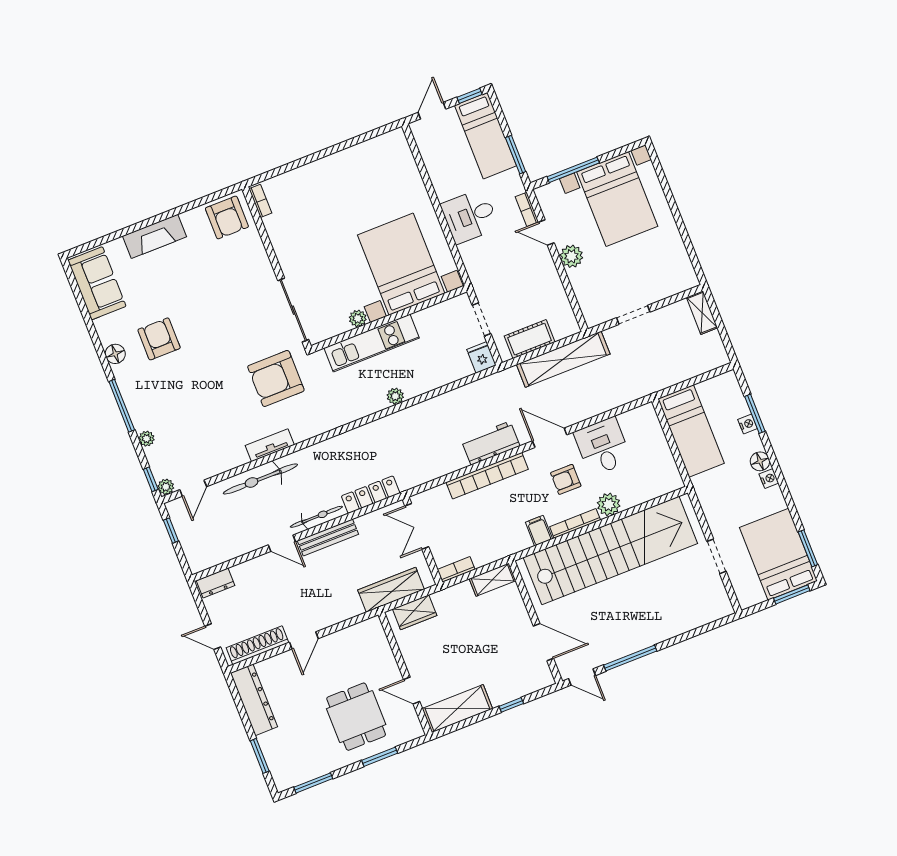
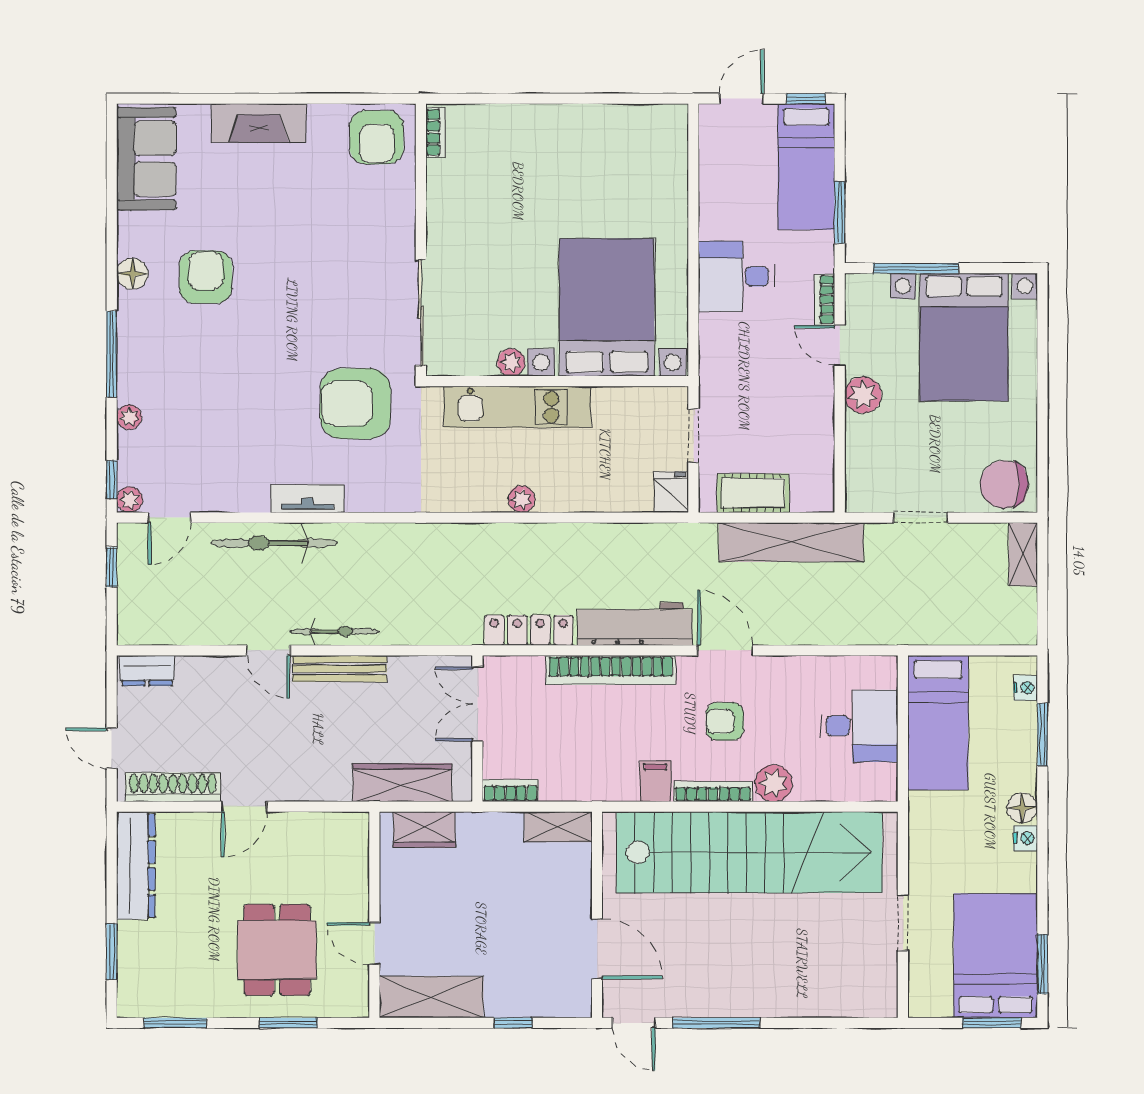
chair: (675, 276) -> (1004, 484), added
nightstand: (748, 424) -> (1026, 688), moved
workbench: (491, 443) -> (635, 624), width x1.38
desk: (603, 447) -> (859, 726), moved, turned 90
locker: (371, 495) -> (529, 630), moved

